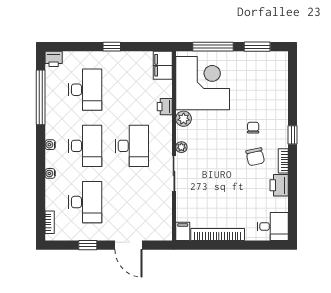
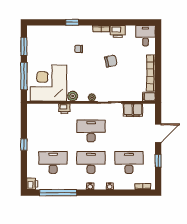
filing cabinet: (163, 65) -> (133, 110), moved
window: (293, 135) -> (72, 22), moved
chair: (255, 157) -> (111, 61), moved

